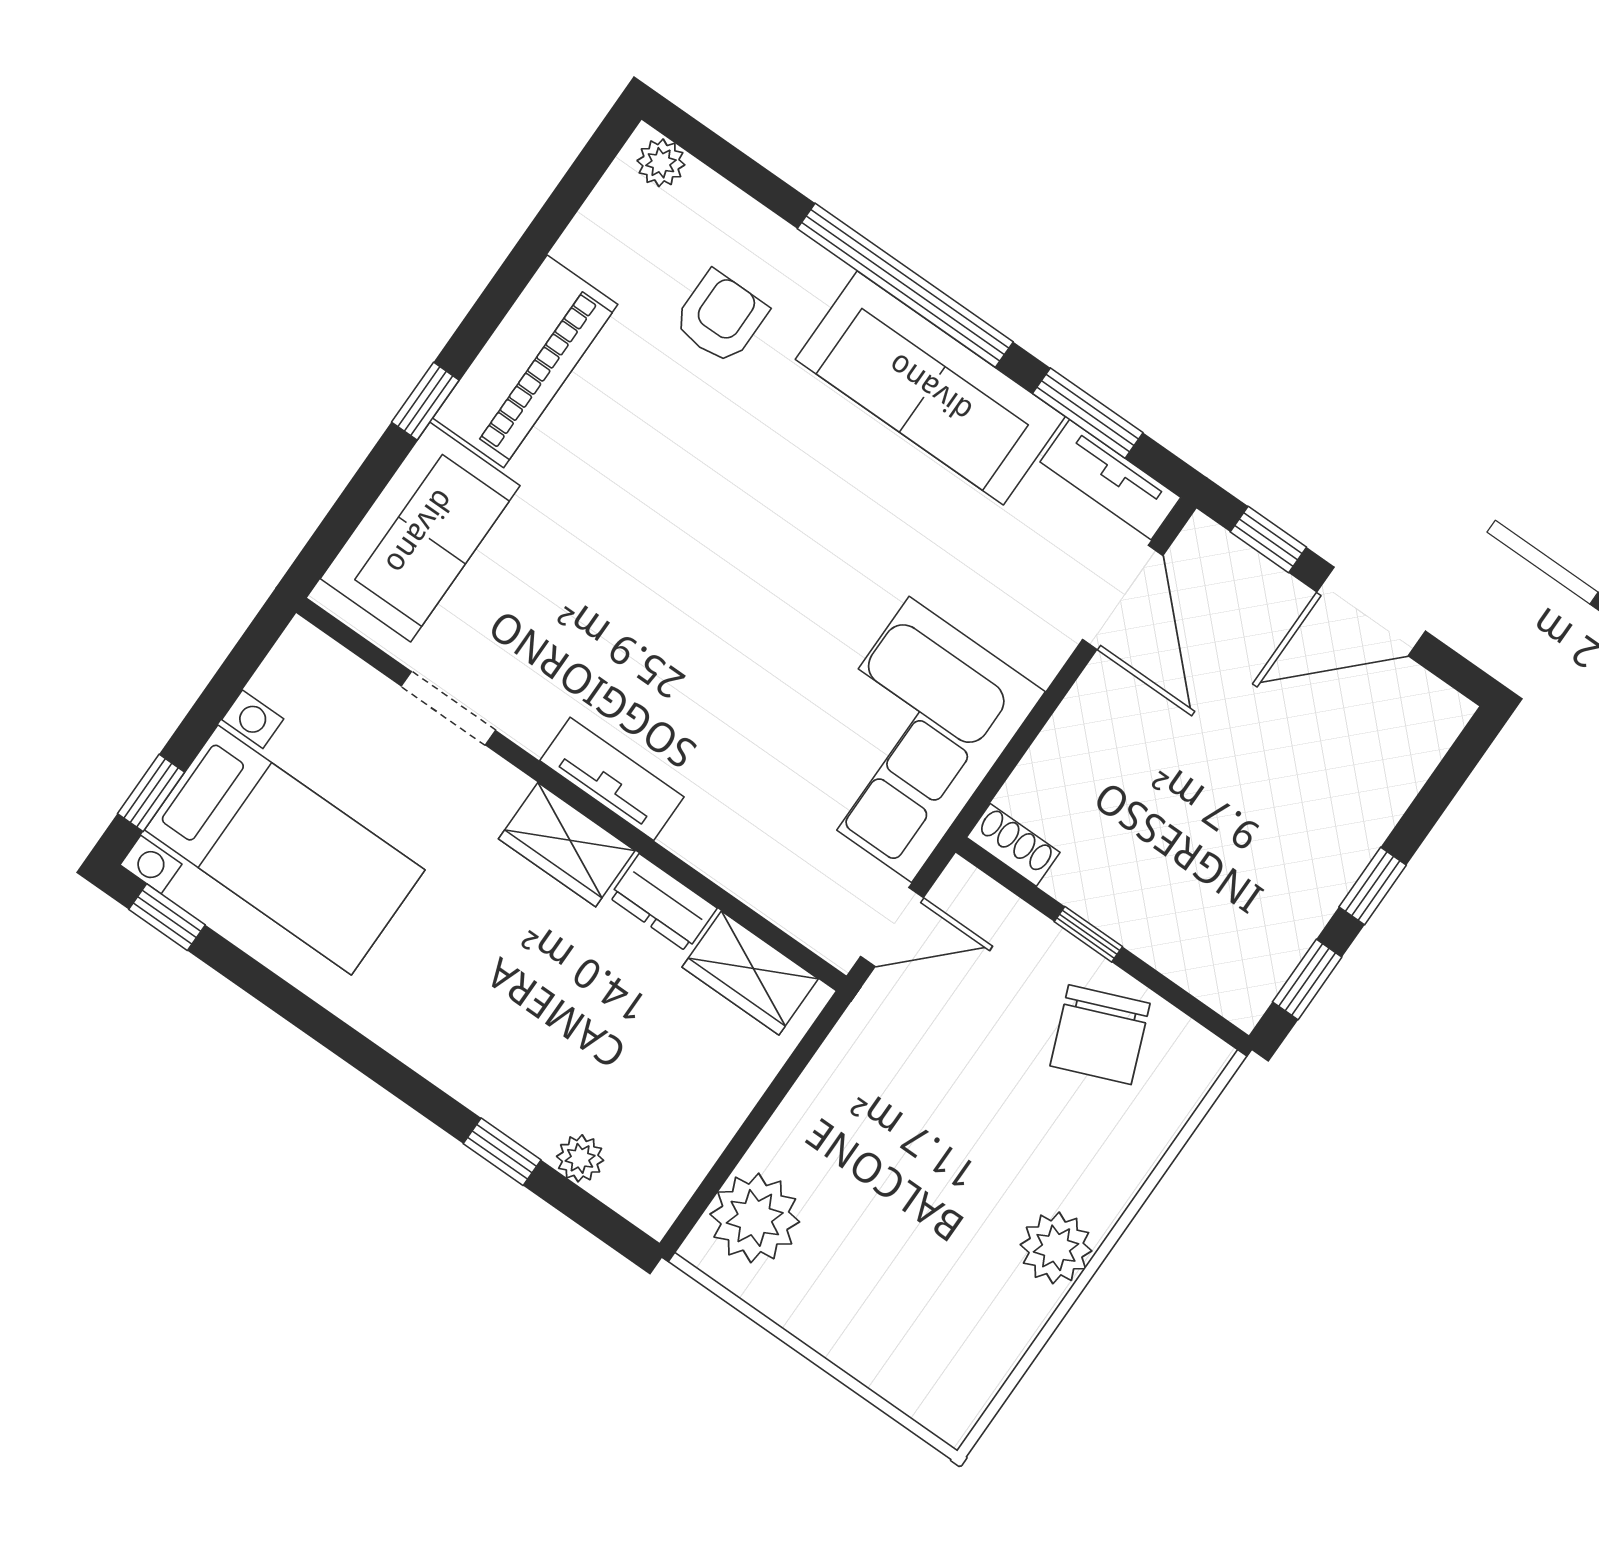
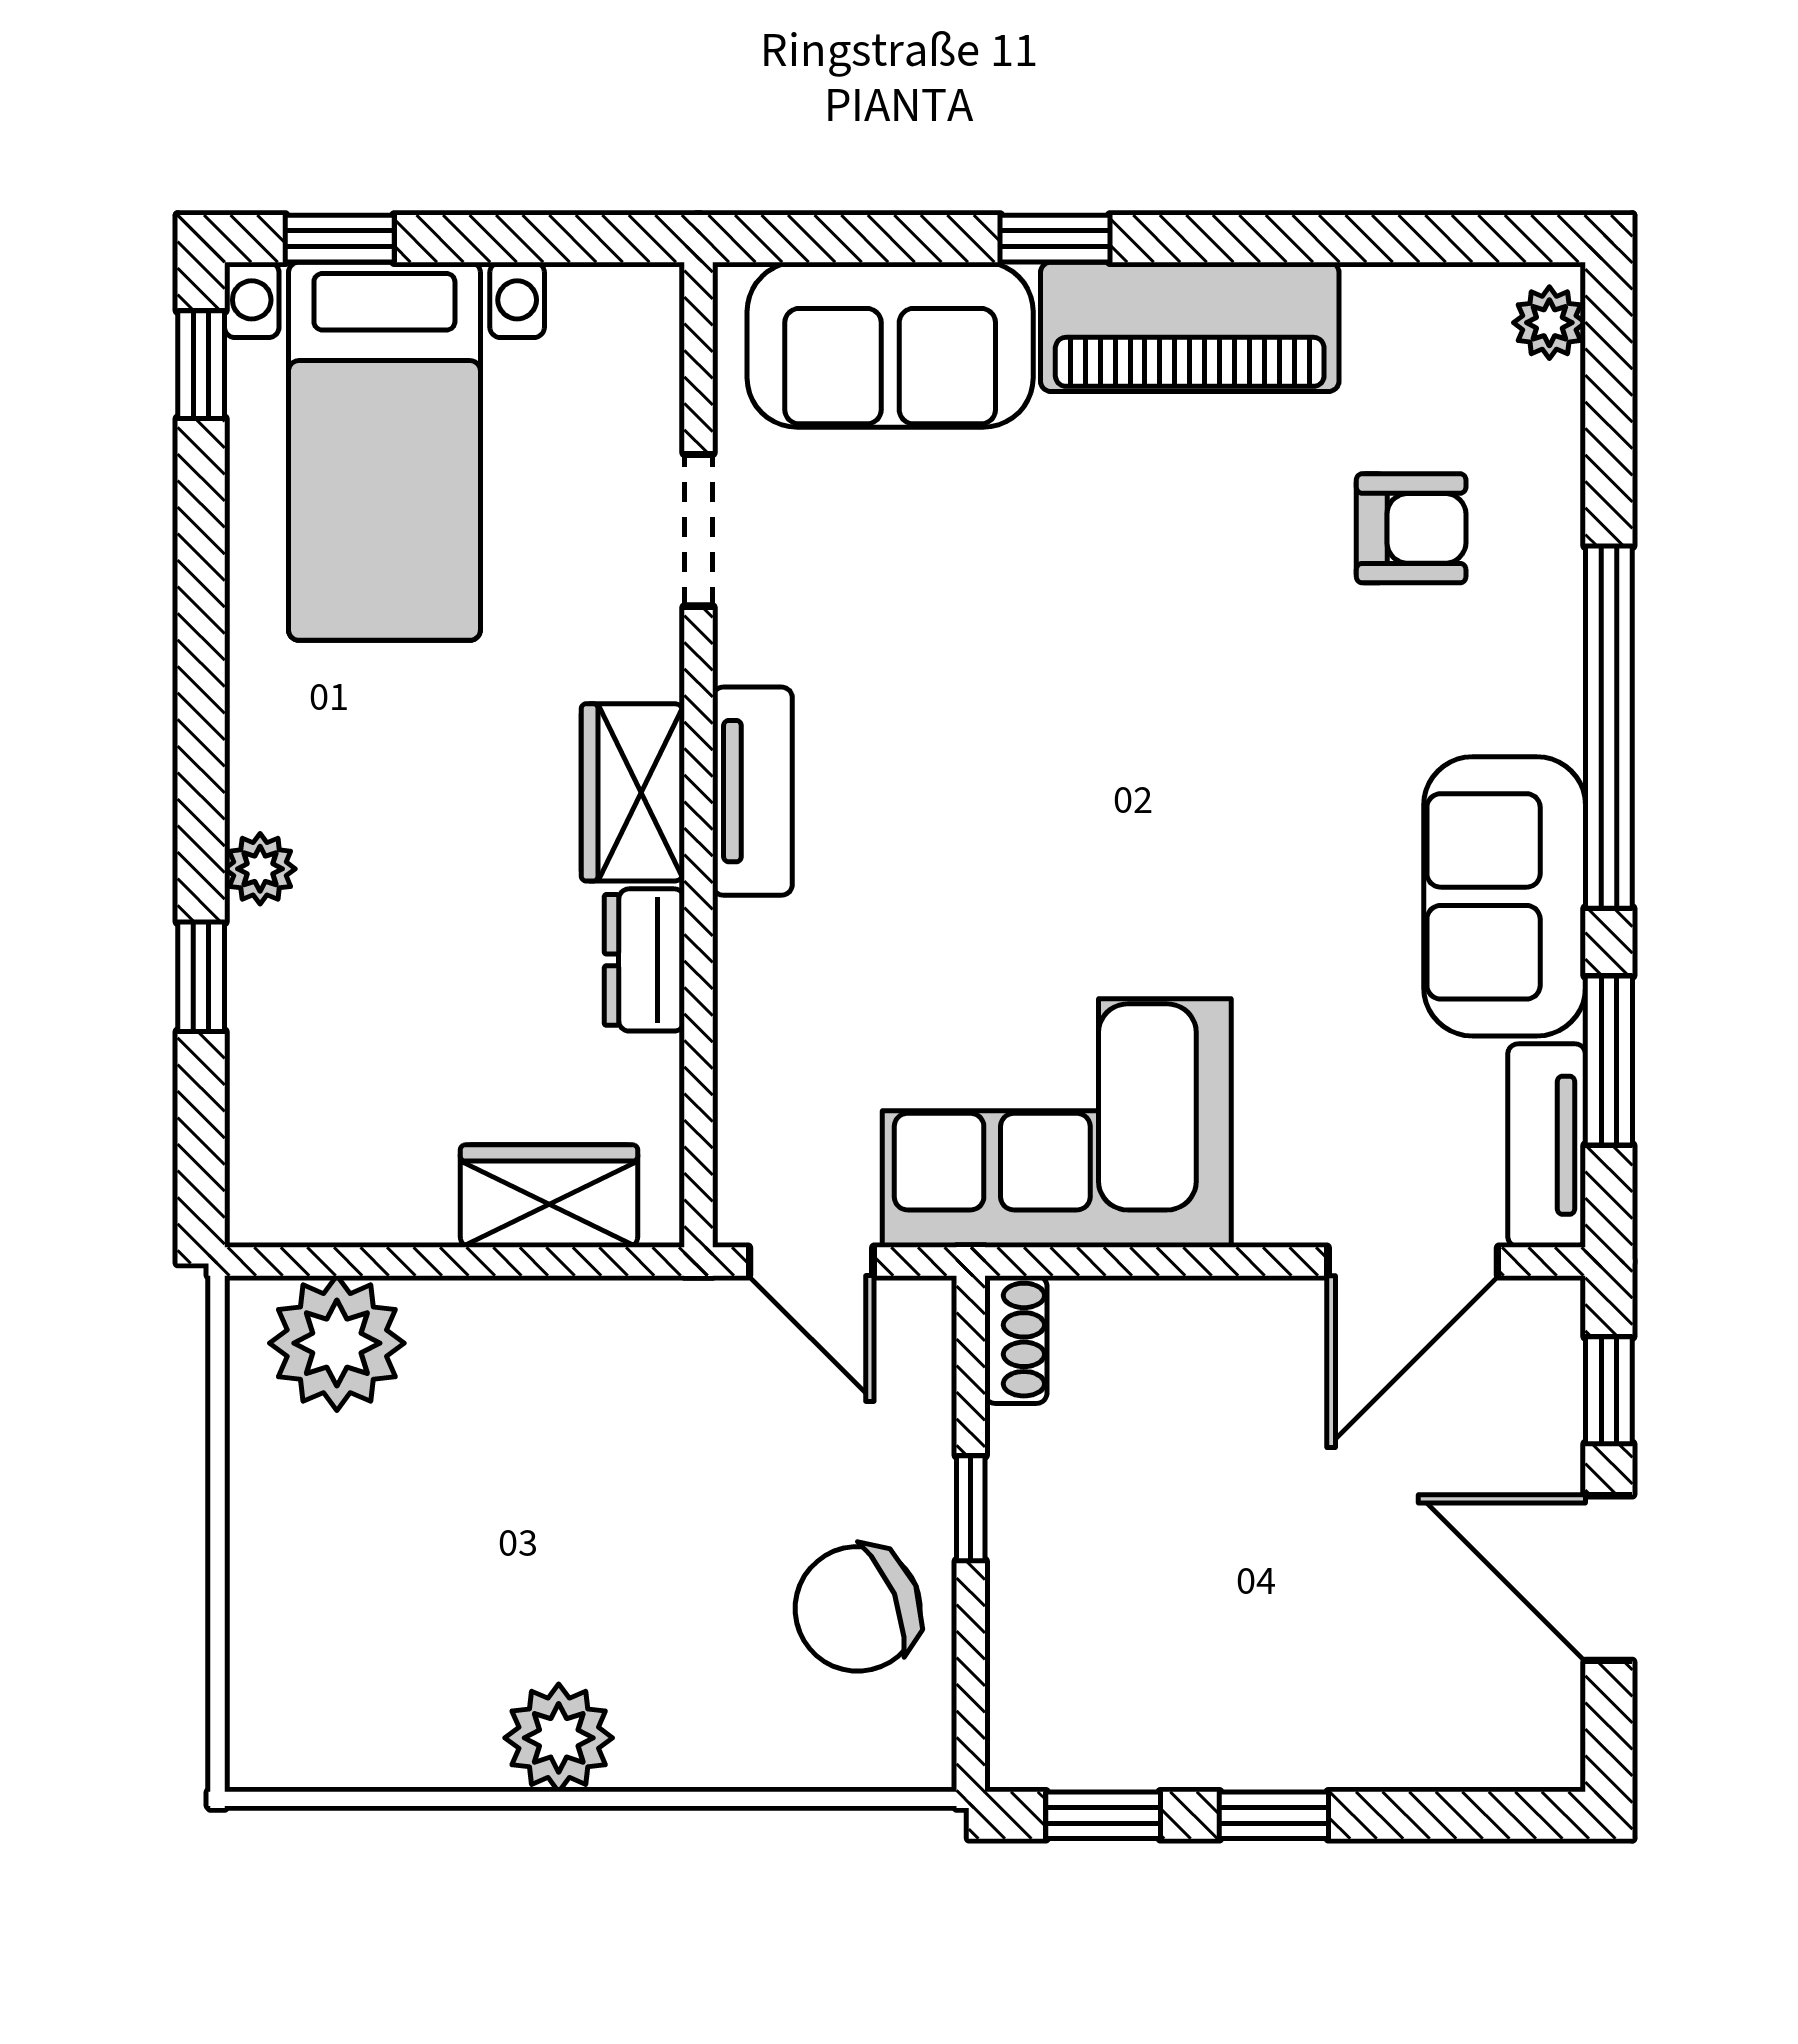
sofa: (930, 388) -> (1505, 896), width x0.73
wardrobe: (750, 973) -> (549, 1196), moved, turned 90
plant: (580, 1158) -> (260, 869), moved

